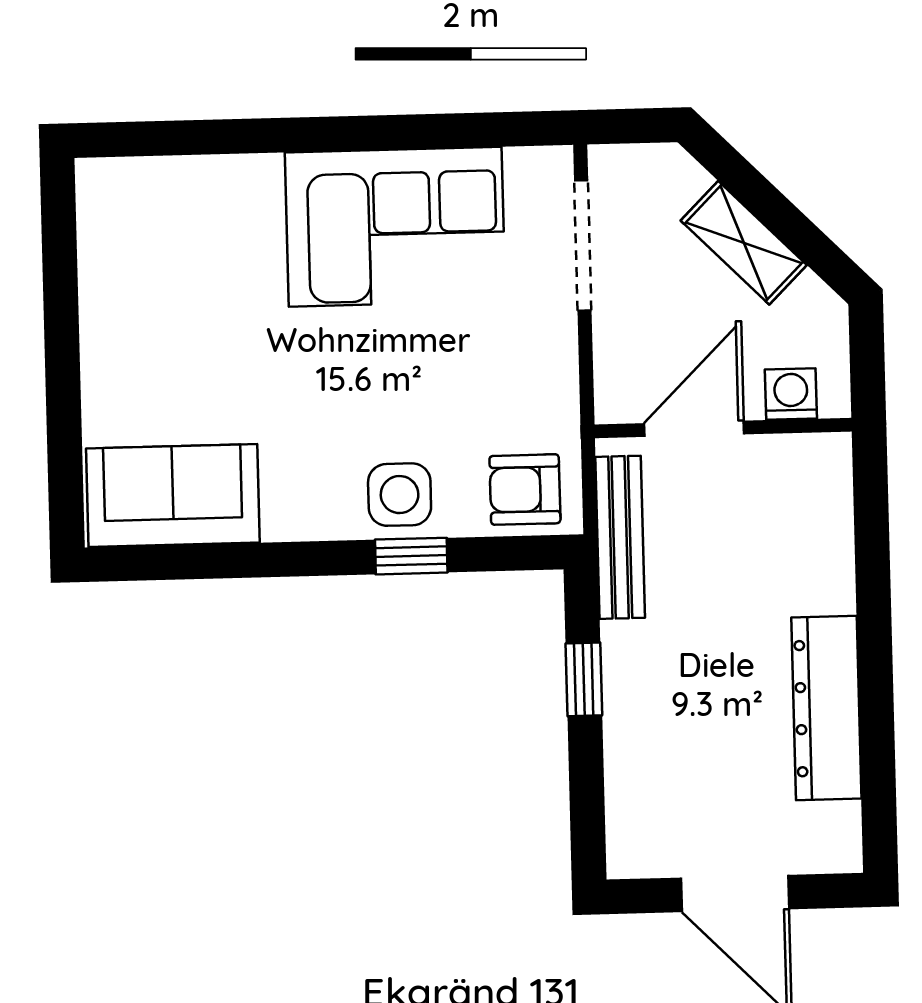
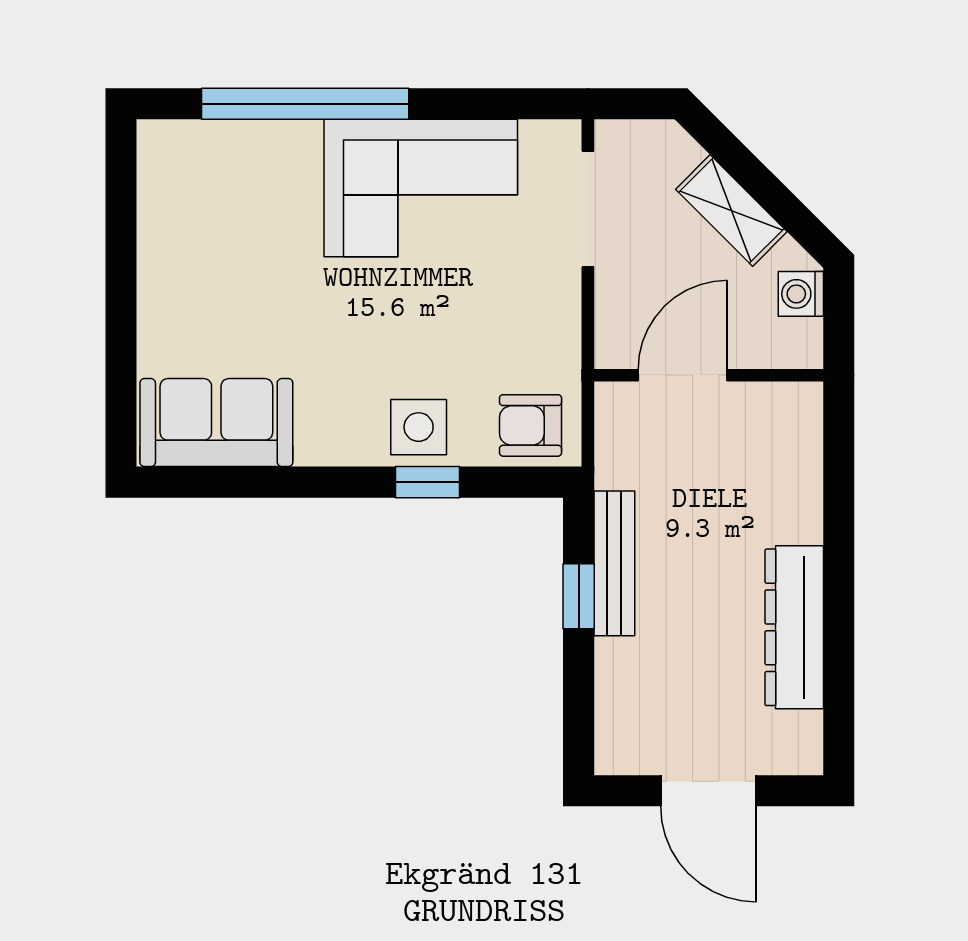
window: (263, 136) -> (305, 104), added
washing machine: (791, 394) -> (801, 294), moved, turned -90
bench: (620, 537) -> (614, 563), moved

